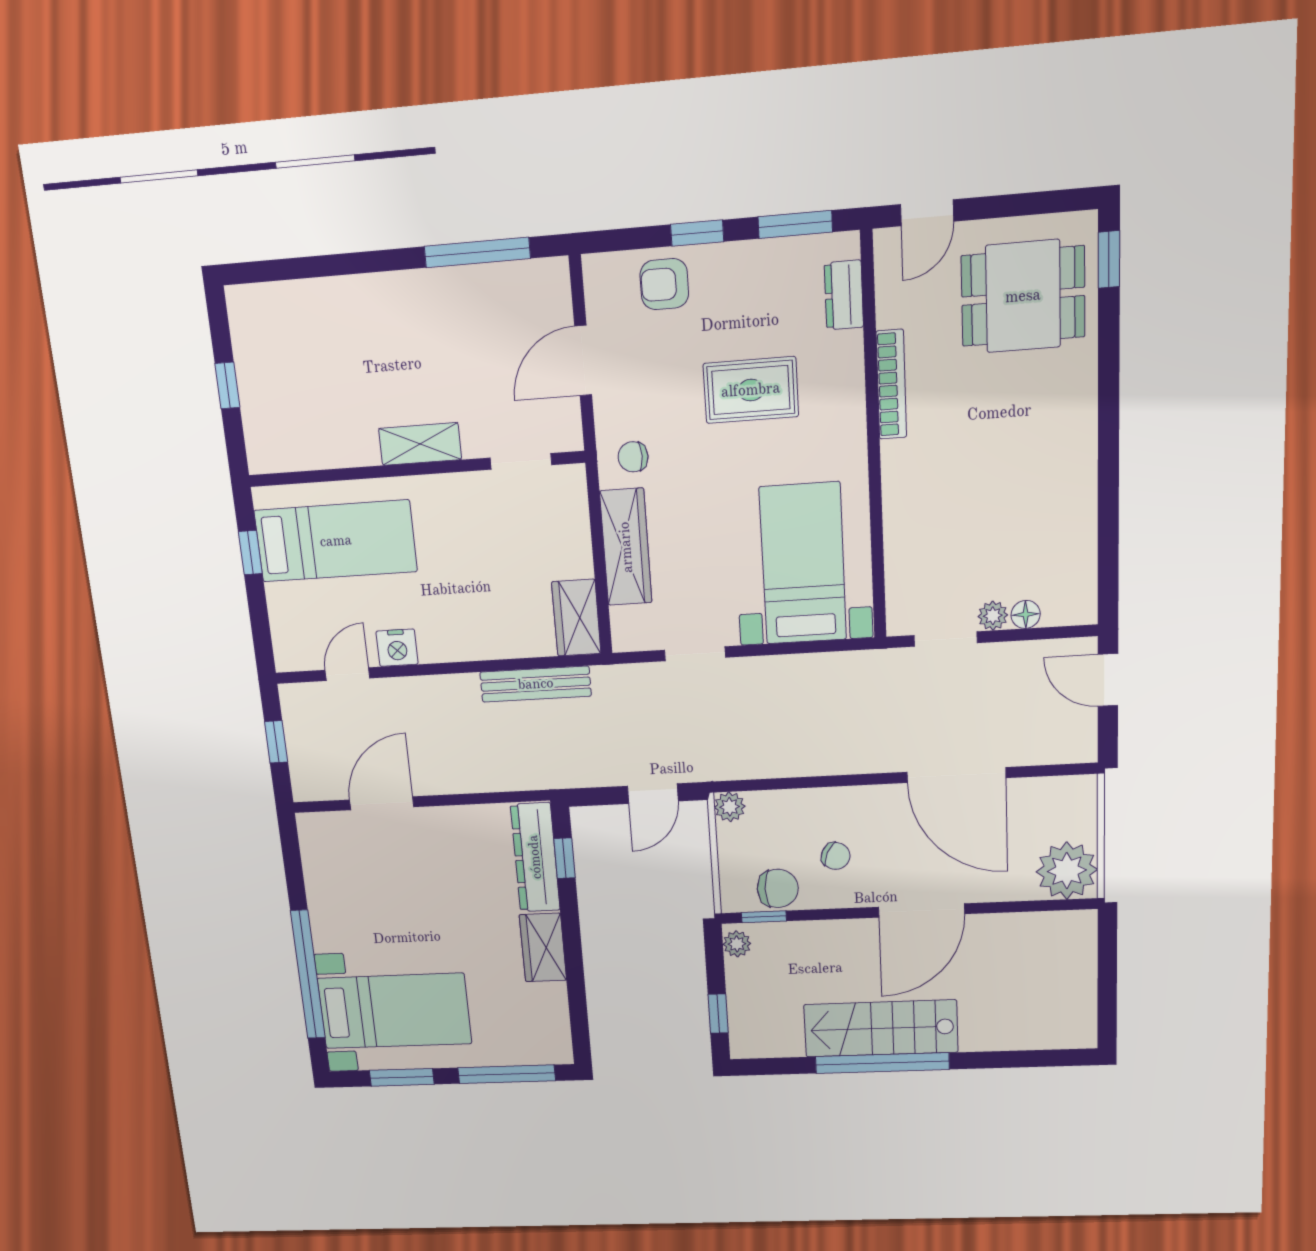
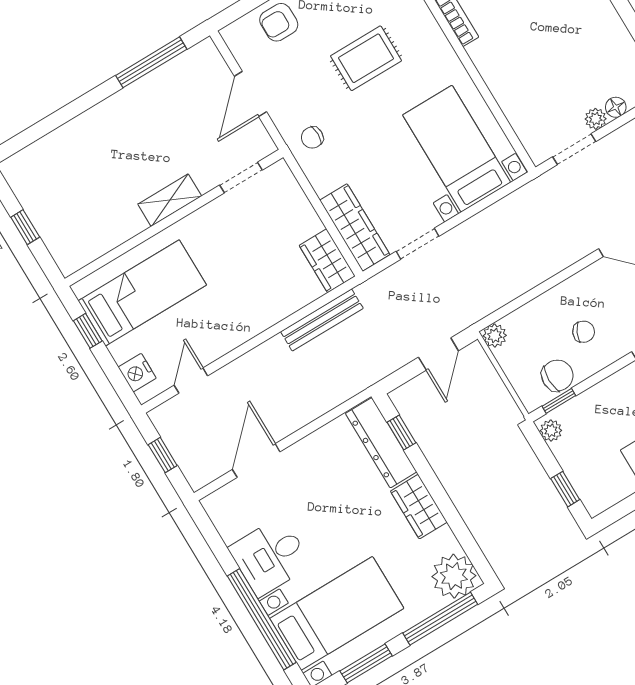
wardrobe: (626, 547) -> (355, 227), moved
nightstand: (397, 648) -> (137, 373), moved, turned 90
desk: (348, 914) -> (270, 556), added
plant: (544, 1039) -> (454, 576), added

